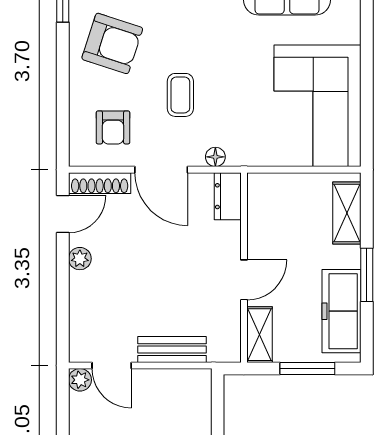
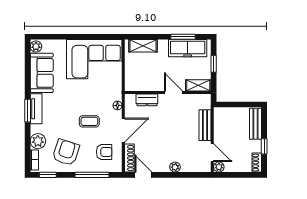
window: (63, 101) -> (92, 175), added
dresser: (228, 196) -> (147, 100), moved
plant: (80, 259) -> (175, 167), moved
window: (367, 275) -> (183, 37), moved
door: (112, 365) -> (212, 153), hinge flipped
window: (307, 368) -> (214, 64), width x0.67

